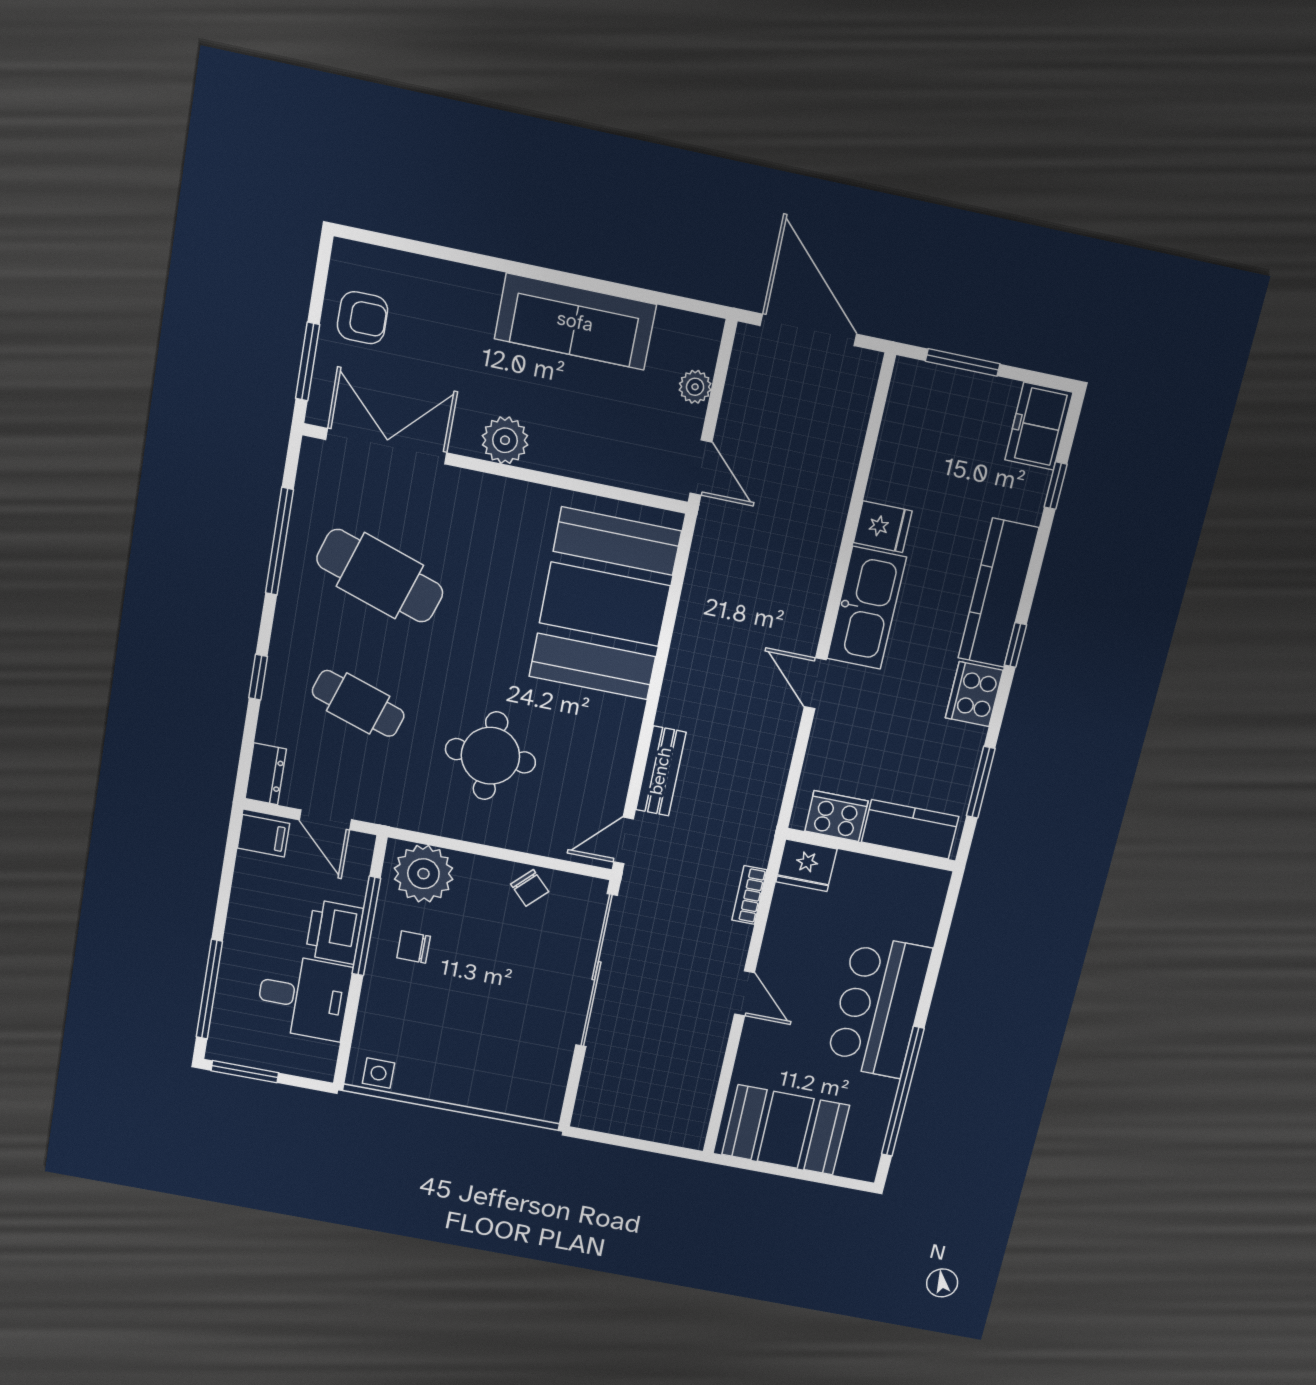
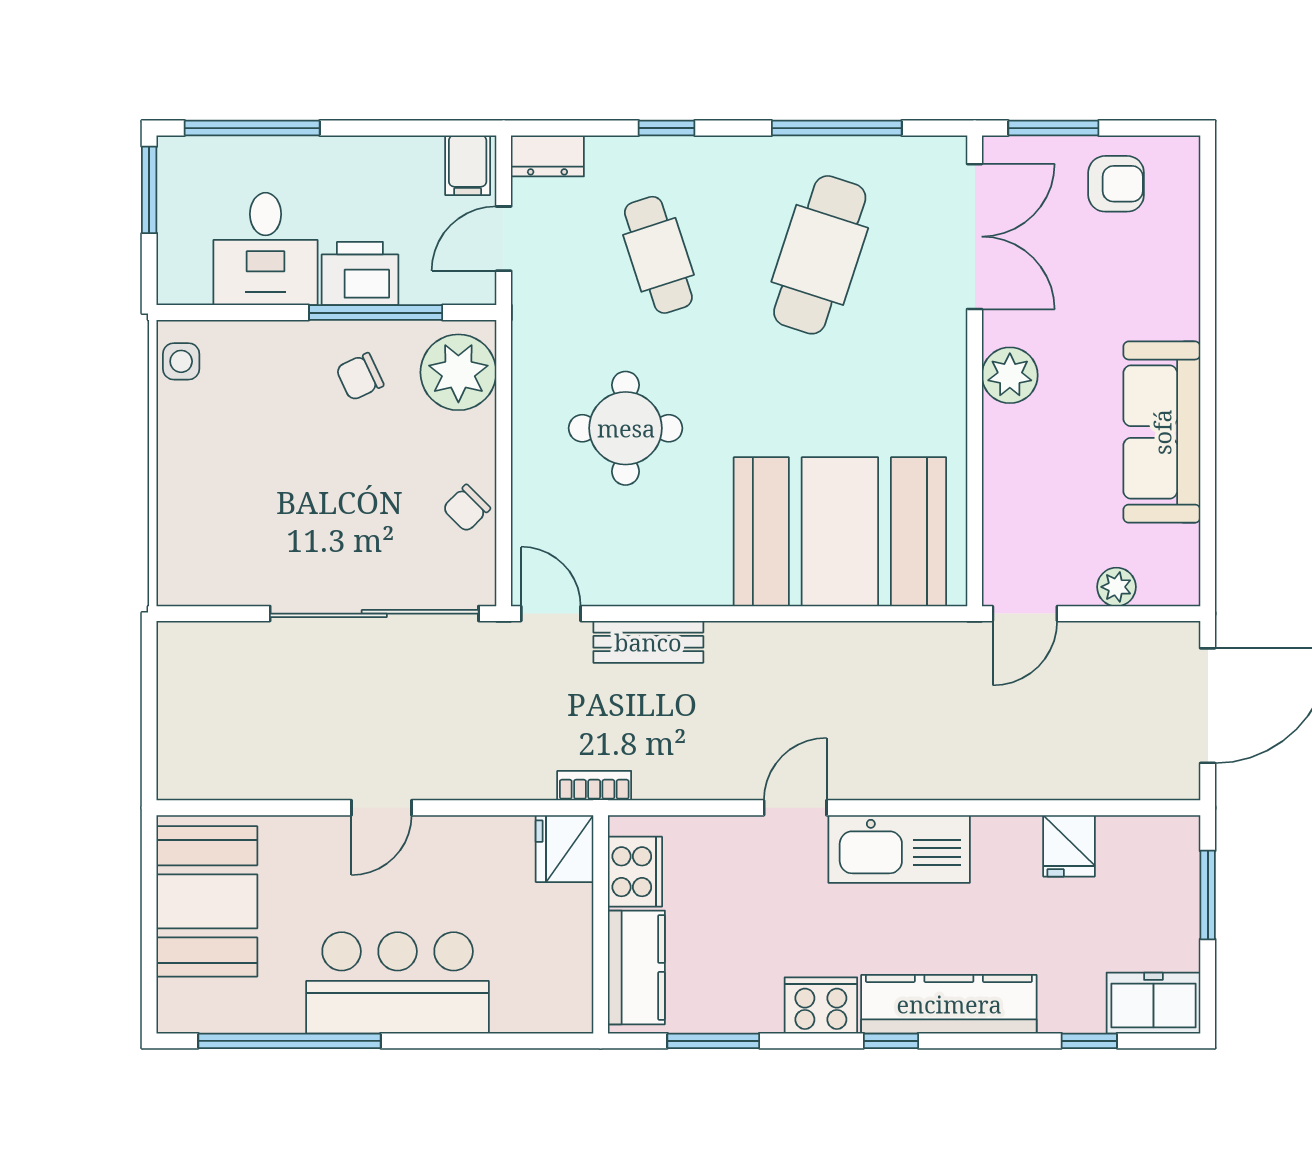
armchair: (362, 318) -> (1116, 184), turned -90
fridge: (883, 527) -> (1069, 846), moved
cafe table: (358, 703) -> (658, 255), turned -36
bookcase: (749, 895) -> (594, 786), moved
chair: (414, 947) -> (360, 377), turned -115

